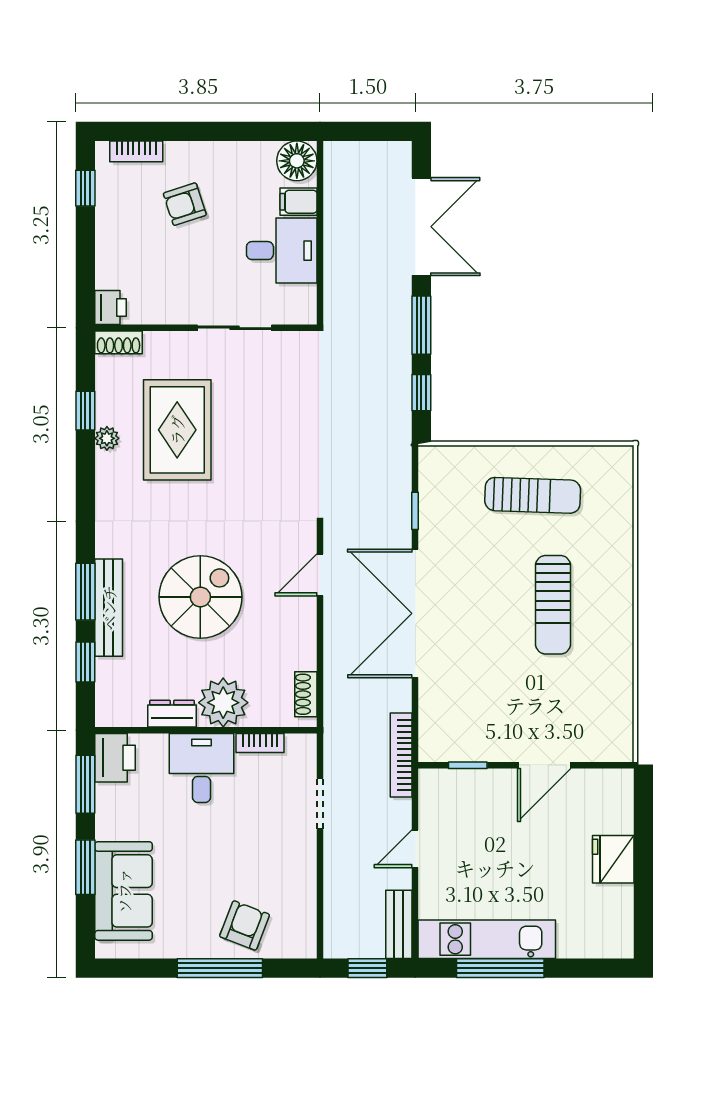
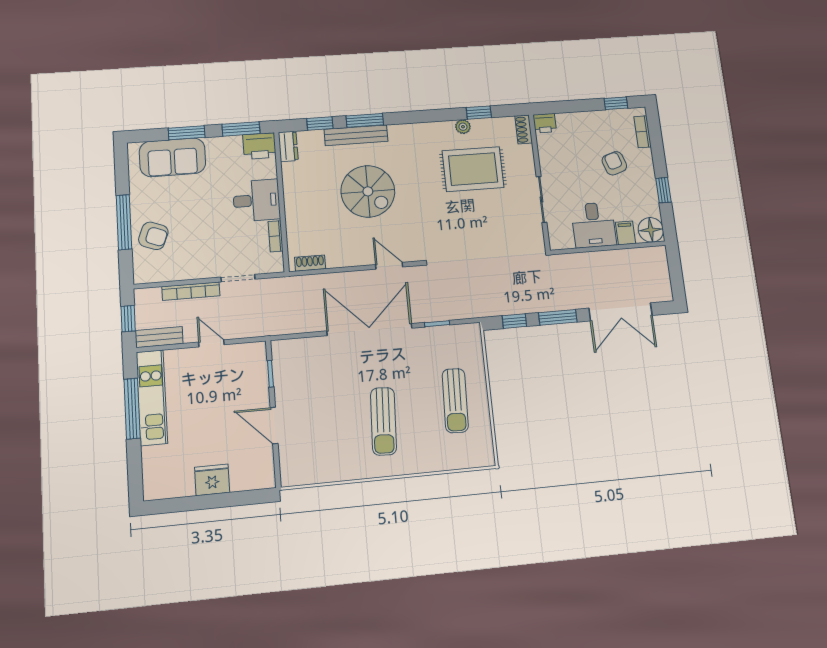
window: (235, 131) -> (663, 190), added
sun lounger: (553, 605) -> (383, 421), turned -87
plant: (223, 703) -> (300, 211), removed
dresser: (172, 714) -> (288, 146), moved
bookcase: (401, 755) -> (191, 291), moved, turned 180

